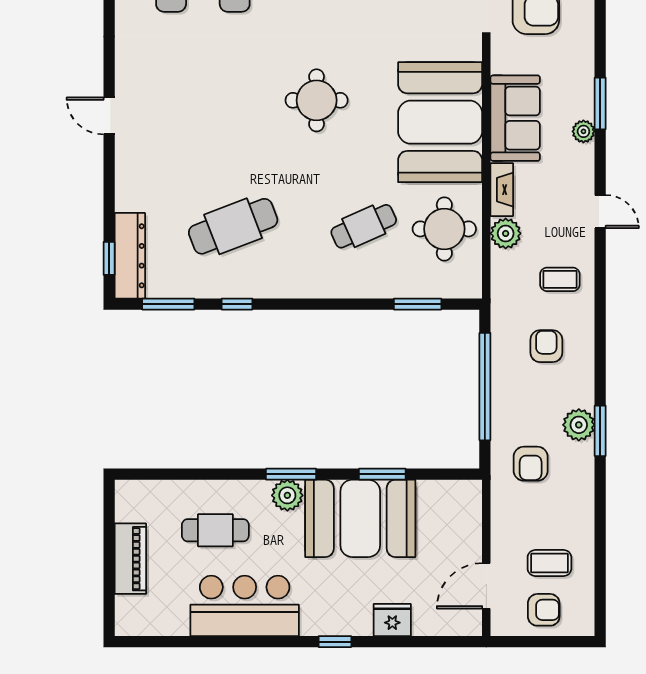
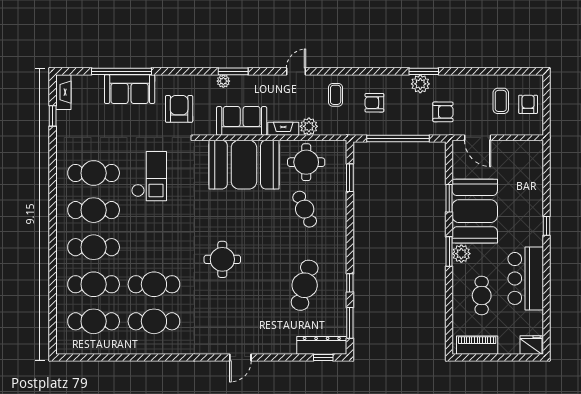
round table: (317, 100) -> (222, 259), moved
plant: (583, 131) -> (223, 81), moved
cafe table: (233, 226) -> (305, 285), turned 36
piano: (130, 559) -> (477, 345), moved
door: (486, 586) -> (478, 138), moved
fridge: (392, 620) -> (531, 345), moved, turned 90

